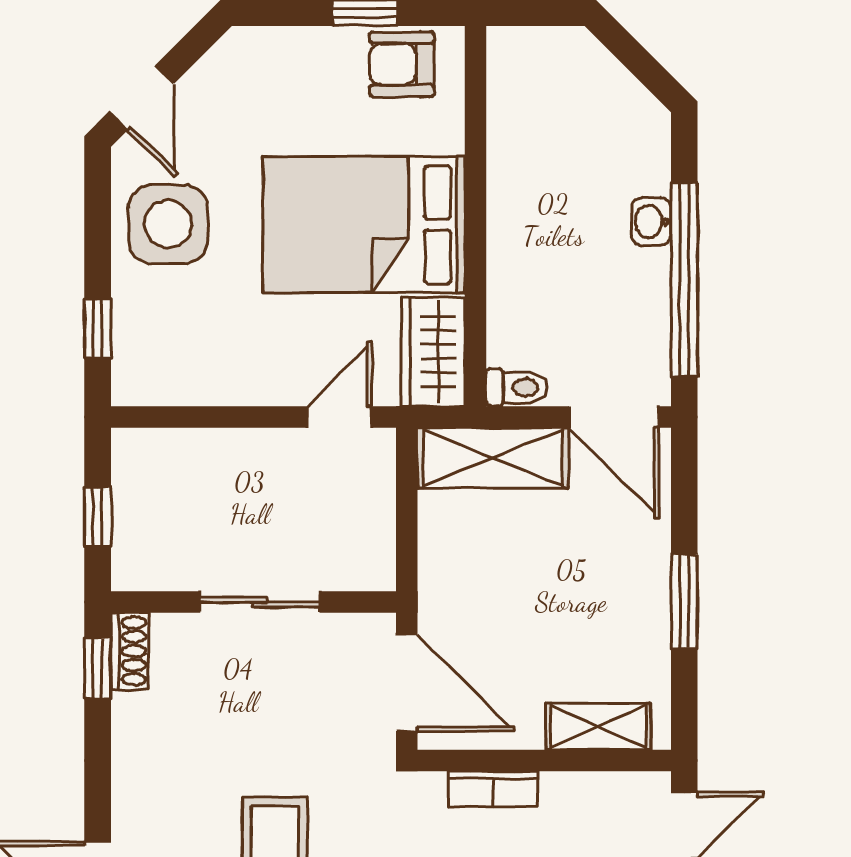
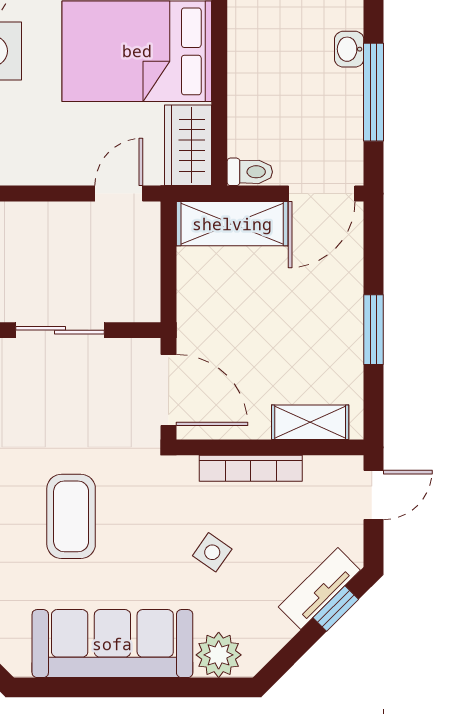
window: (684, 280) -> (373, 92), width x0.68
door: (614, 417) -> (322, 194), hinge flipped
bookcase: (493, 789) -> (251, 468), width x1.56

